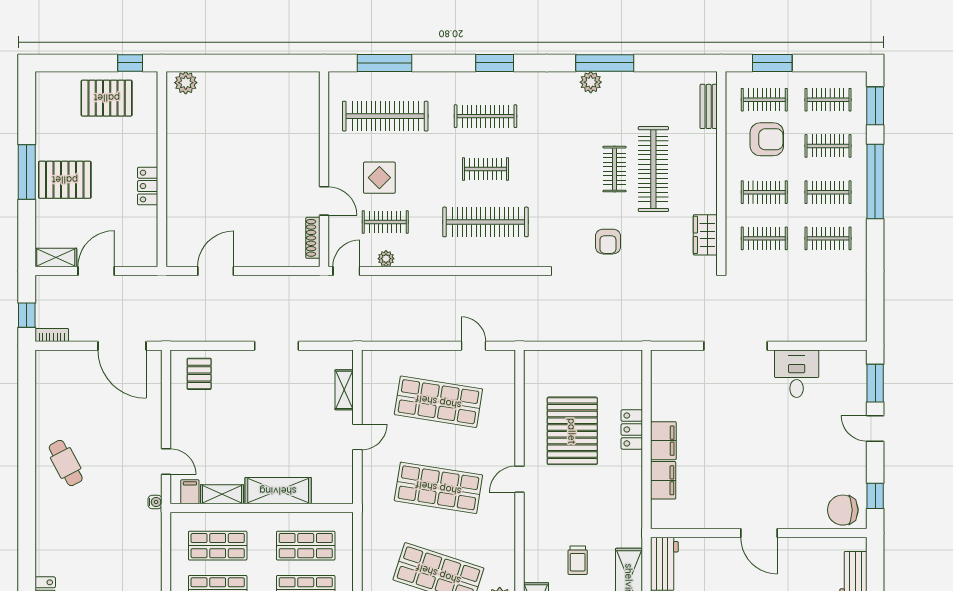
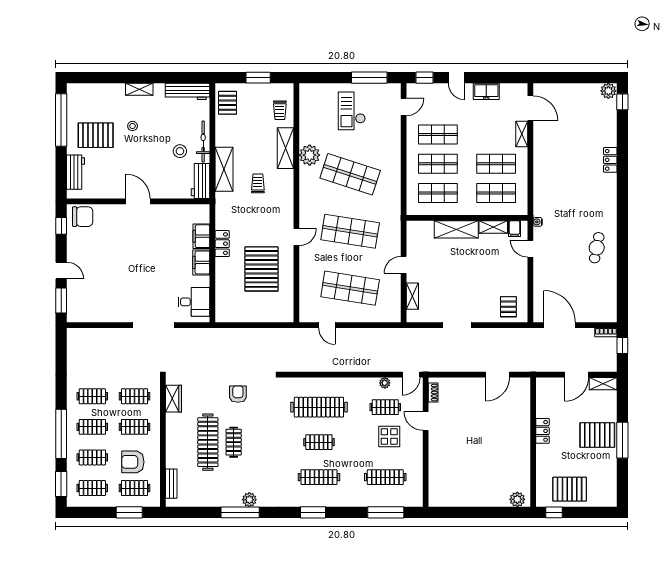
clothes rail: (385, 116) -> (385, 477), width x0.73, depth x0.76
shoe rack: (313, 238) -> (433, 393), width x0.70
desk: (797, 374) -> (194, 302), moved, turned -90
locker: (632, 429) -> (222, 244), moved
cafe table: (66, 463) -> (597, 248), turned 39

